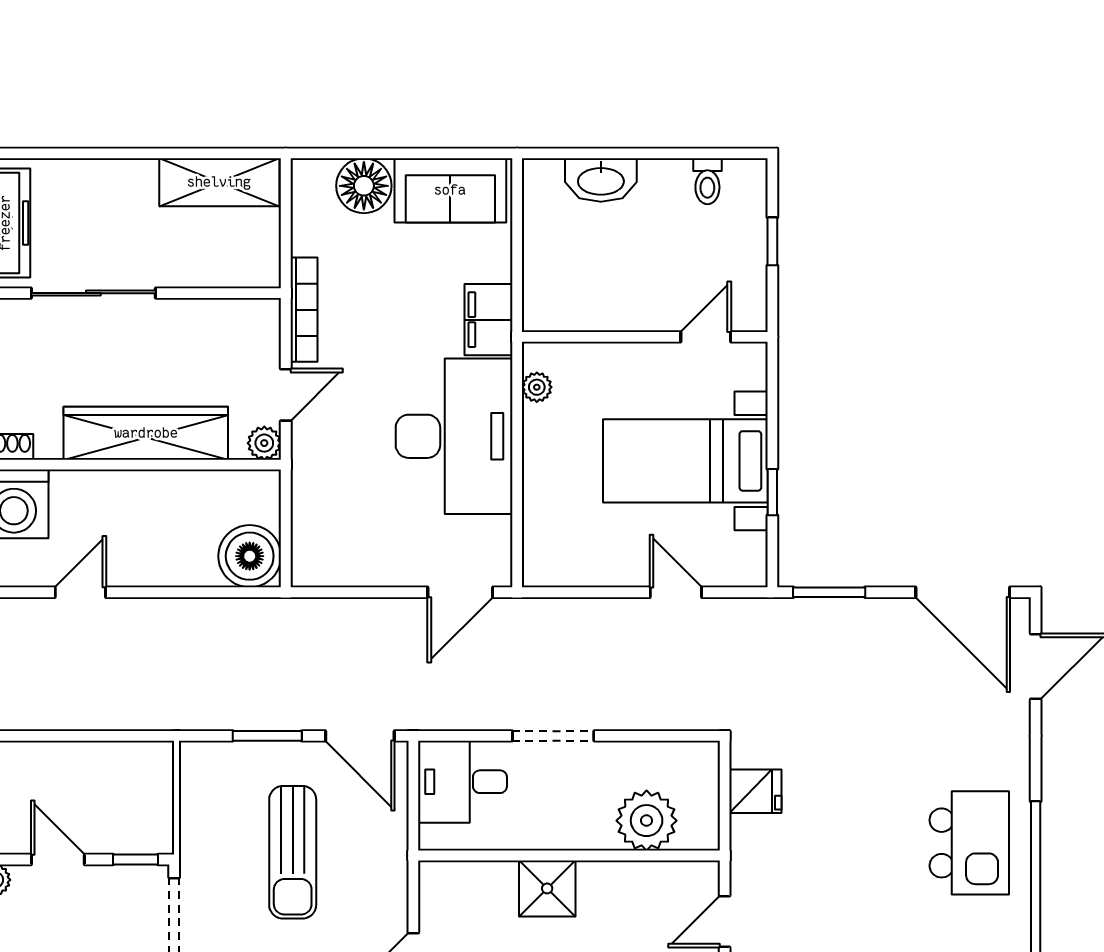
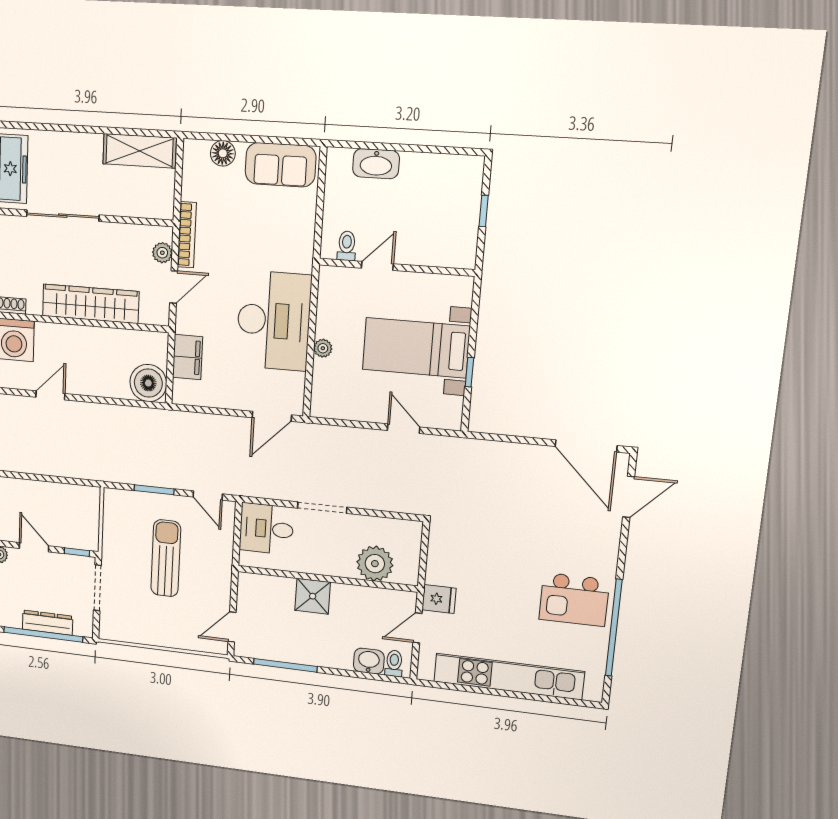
toilet: (707, 181) -> (347, 246), moved, turned 180
floor lamp: (364, 186) -> (223, 153), width x0.73, depth x0.73
filing cabinet: (489, 320) -> (188, 357), moved, turned 180
door: (706, 337) -> (377, 266), moved
plant: (537, 387) -> (323, 348), moved
plant: (264, 443) -> (162, 253), moved
window: (829, 592) -> (500, 438), removed
door: (360, 736) -> (208, 495), width x0.73
fridge: (755, 791) -> (439, 599), moved
kitchen island: (969, 843) -> (574, 600), turned 90
sun lounger: (293, 852) -> (166, 558), turned 180

